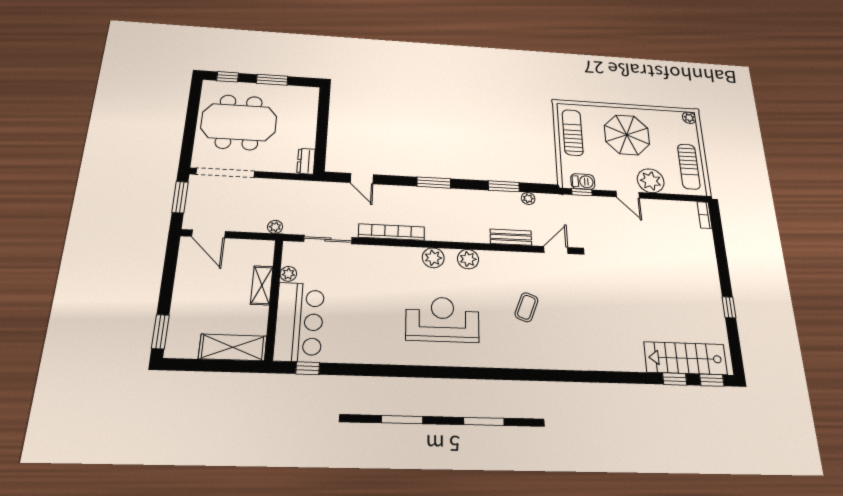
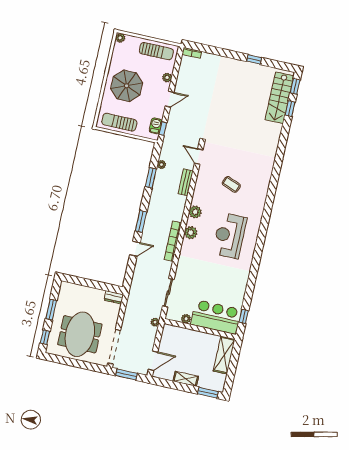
door: (362, 179) -> (135, 249), moved
plant: (651, 181) -> (167, 77), width x0.53, depth x0.53
bookcase: (392, 232) -> (173, 241), moved
shelving: (262, 285) -> (186, 379), moved

